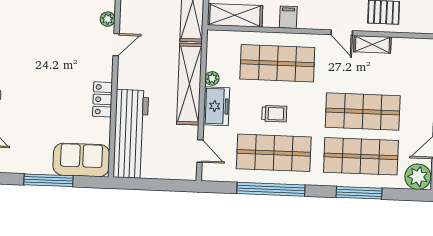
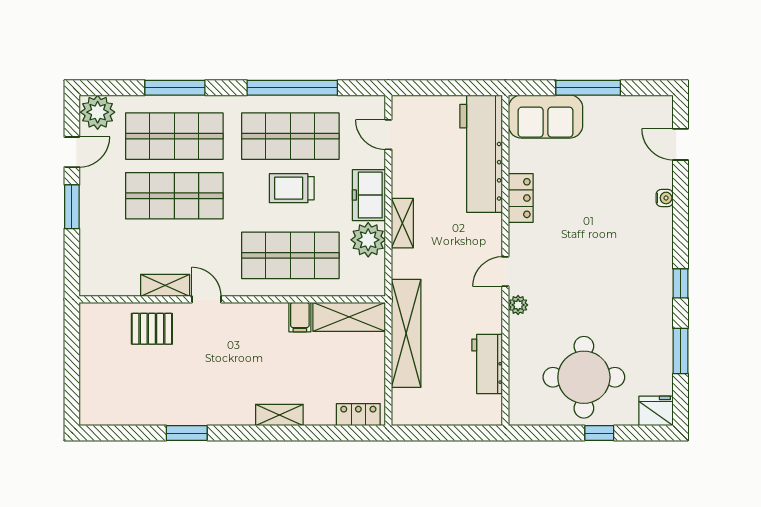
filing cabinet: (288, 17) -> (300, 317), moved
plant: (212, 78) -> (368, 240), width x1.88, depth x1.88
shelving: (189, 84) -> (402, 223), width x0.45, depth x0.75
trolley: (274, 114) -> (292, 188), width x1.36, depth x1.39

